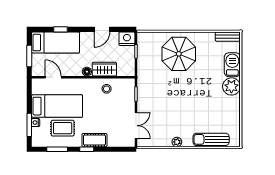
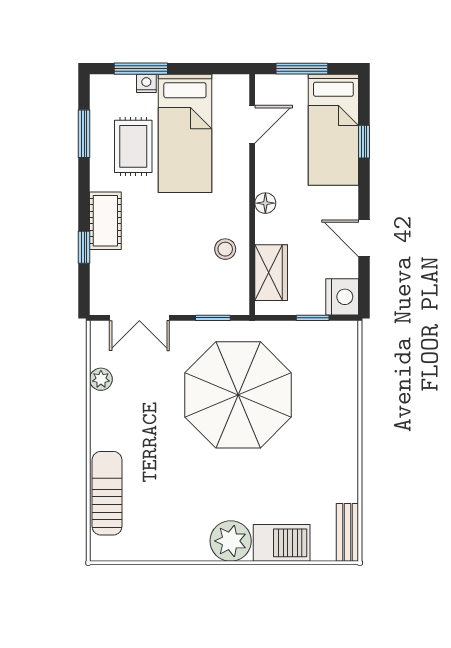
parasol: (179, 54) -> (238, 395), moved, width x1.36, depth x1.36
wardrobe: (104, 69) -> (271, 273), moved
plant: (177, 142) -> (101, 379), moved
window: (87, 149) -> (84, 247), moved

